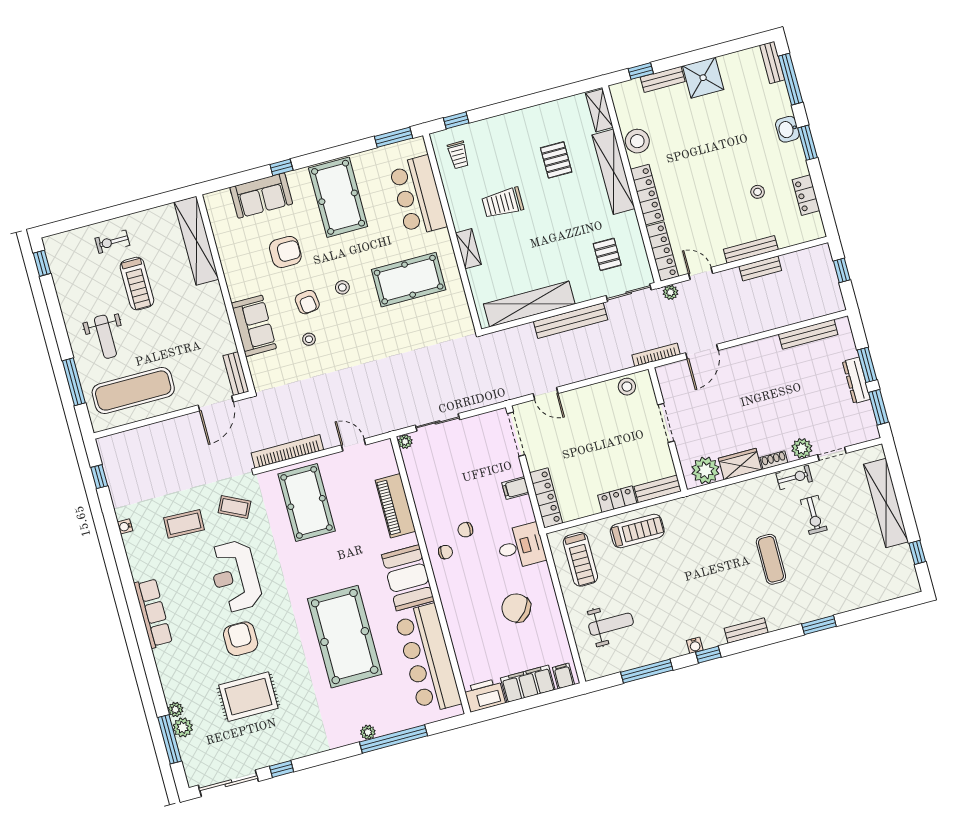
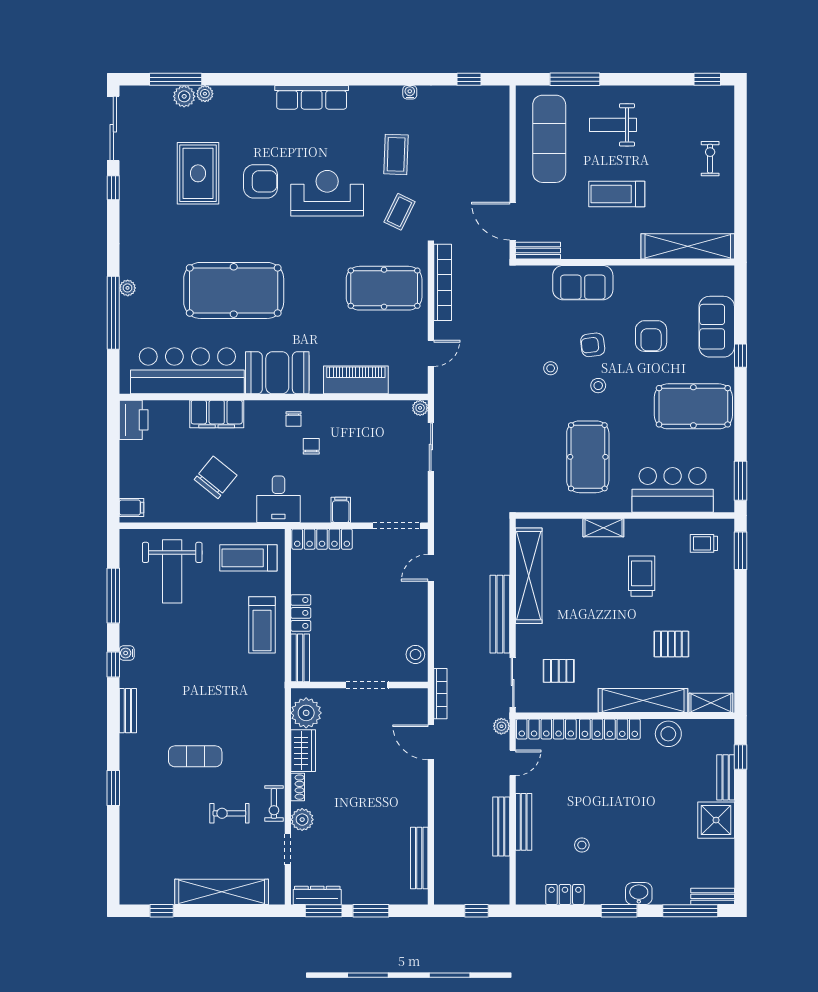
window: (456, 120) -> (740, 551), width x1.50
bench: (760, 268) -> (501, 826), width x1.36
treadmill: (137, 284) -> (617, 194), moved
stool: (309, 339) -> (551, 368), moved
dresser: (856, 380) -> (317, 895), moved
weight bench: (611, 624) -> (172, 571), width x1.36, depth x1.33
filing cabinet: (528, 684) -> (217, 414), moved, turned 90

